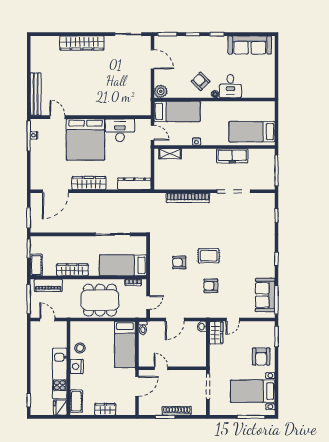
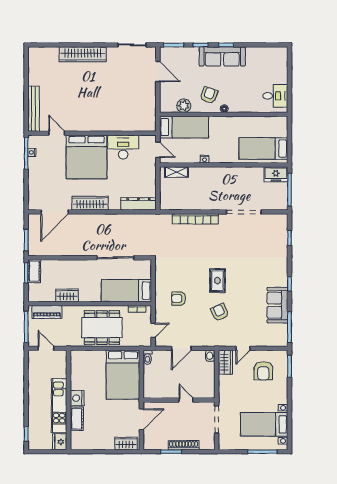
sofa: (250, 45) -> (222, 56), moved
armchair: (201, 81) -> (209, 95), turned 66
desk: (230, 86) -> (275, 96), moved, turned -90
plant: (161, 91) -> (184, 106), moved
freezer: (232, 156) -> (276, 174), moved, width x0.71
rug: (209, 256) -> (217, 281), turned 90
armchair: (179, 262) -> (179, 299), moved
cot: (36, 265) -> (34, 271), moved
wardrobe: (72, 270) -> (67, 295), width x0.67
armchair: (211, 286) -> (220, 312), turned 66
sofa: (265, 295) -> (277, 305), moved
bed: (125, 344) -> (123, 375), width x1.50
stool: (80, 348) -> (81, 378), removed
armchair: (261, 357) -> (263, 371), moved
door: (161, 368) -> (186, 400), moved
cot: (76, 401) -> (77, 419), moved
wardrobe: (105, 409) -> (126, 444), moved

